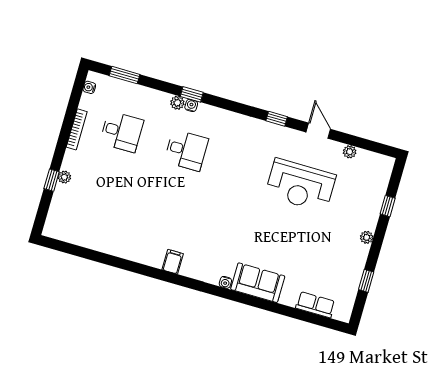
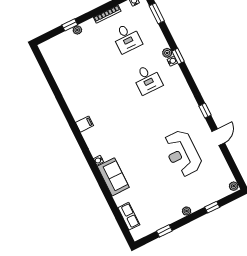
plant: (350, 152) -> (234, 186), moved

